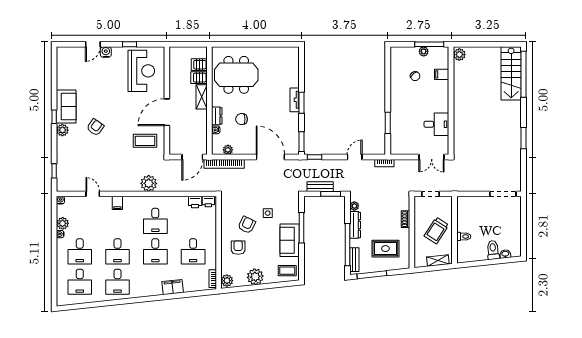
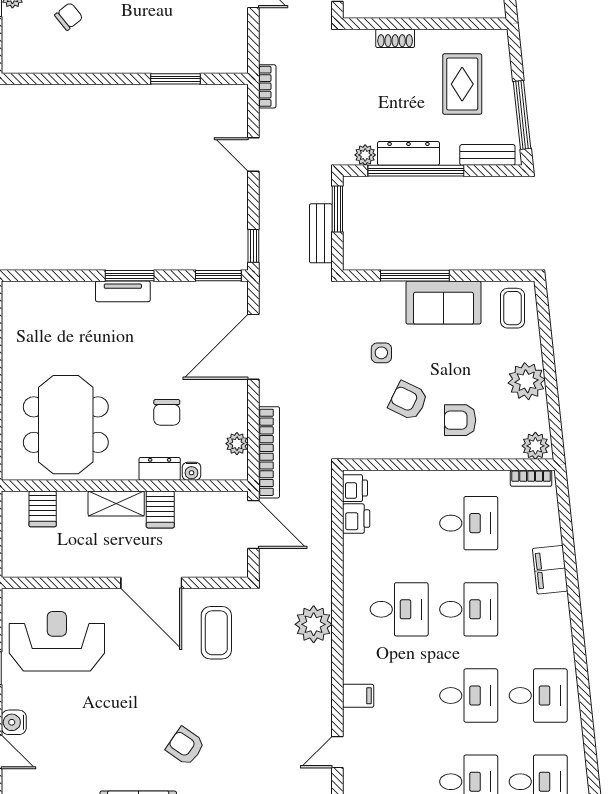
server rack: (199, 78) -> (160, 509), moved
window: (347, 245) -> (416, 171), moved

